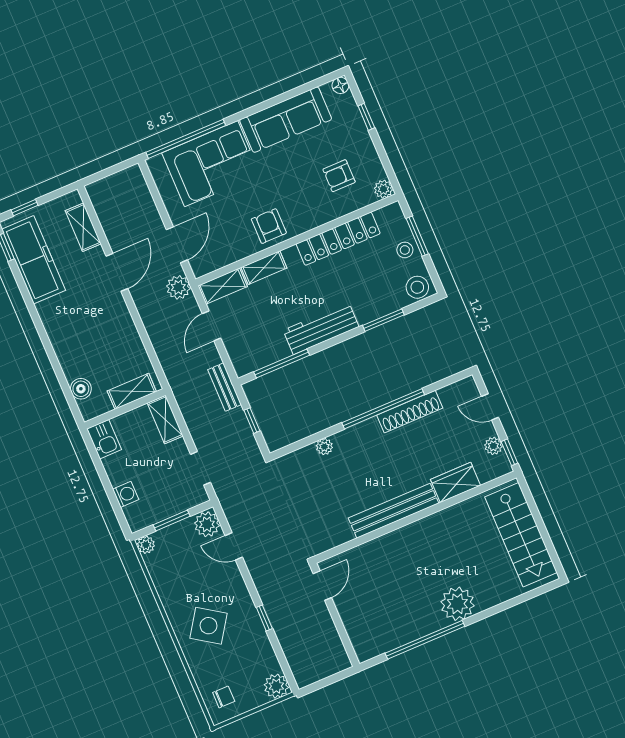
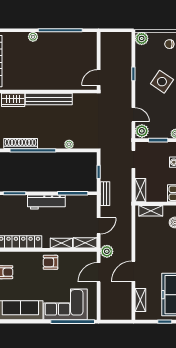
armchair: (269, 226) -> (50, 262), turned 90
plant: (457, 604) -> (33, 37), width x0.53, depth x0.53

